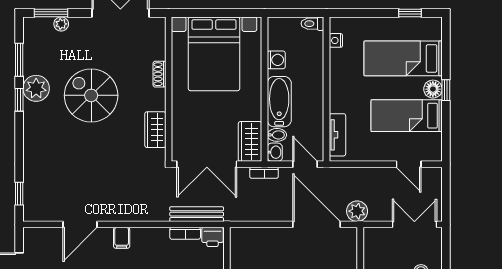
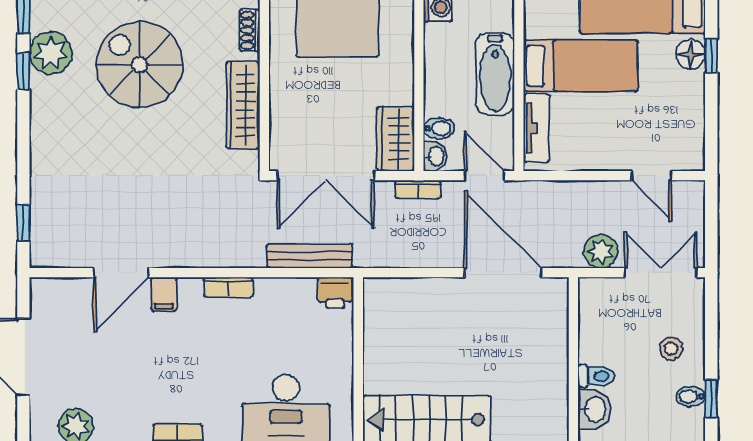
bathtub: (279, 102) -> (495, 74), moved, turned 180
bed: (407, 116) -> (581, 66), moved, turned 180
wardrobe: (155, 130) -> (243, 105), width x1.50
plant: (357, 211) -> (601, 251), moved
bookcase: (185, 233) -> (228, 287), moved
filing cabinet: (122, 238) -> (164, 294), moved

